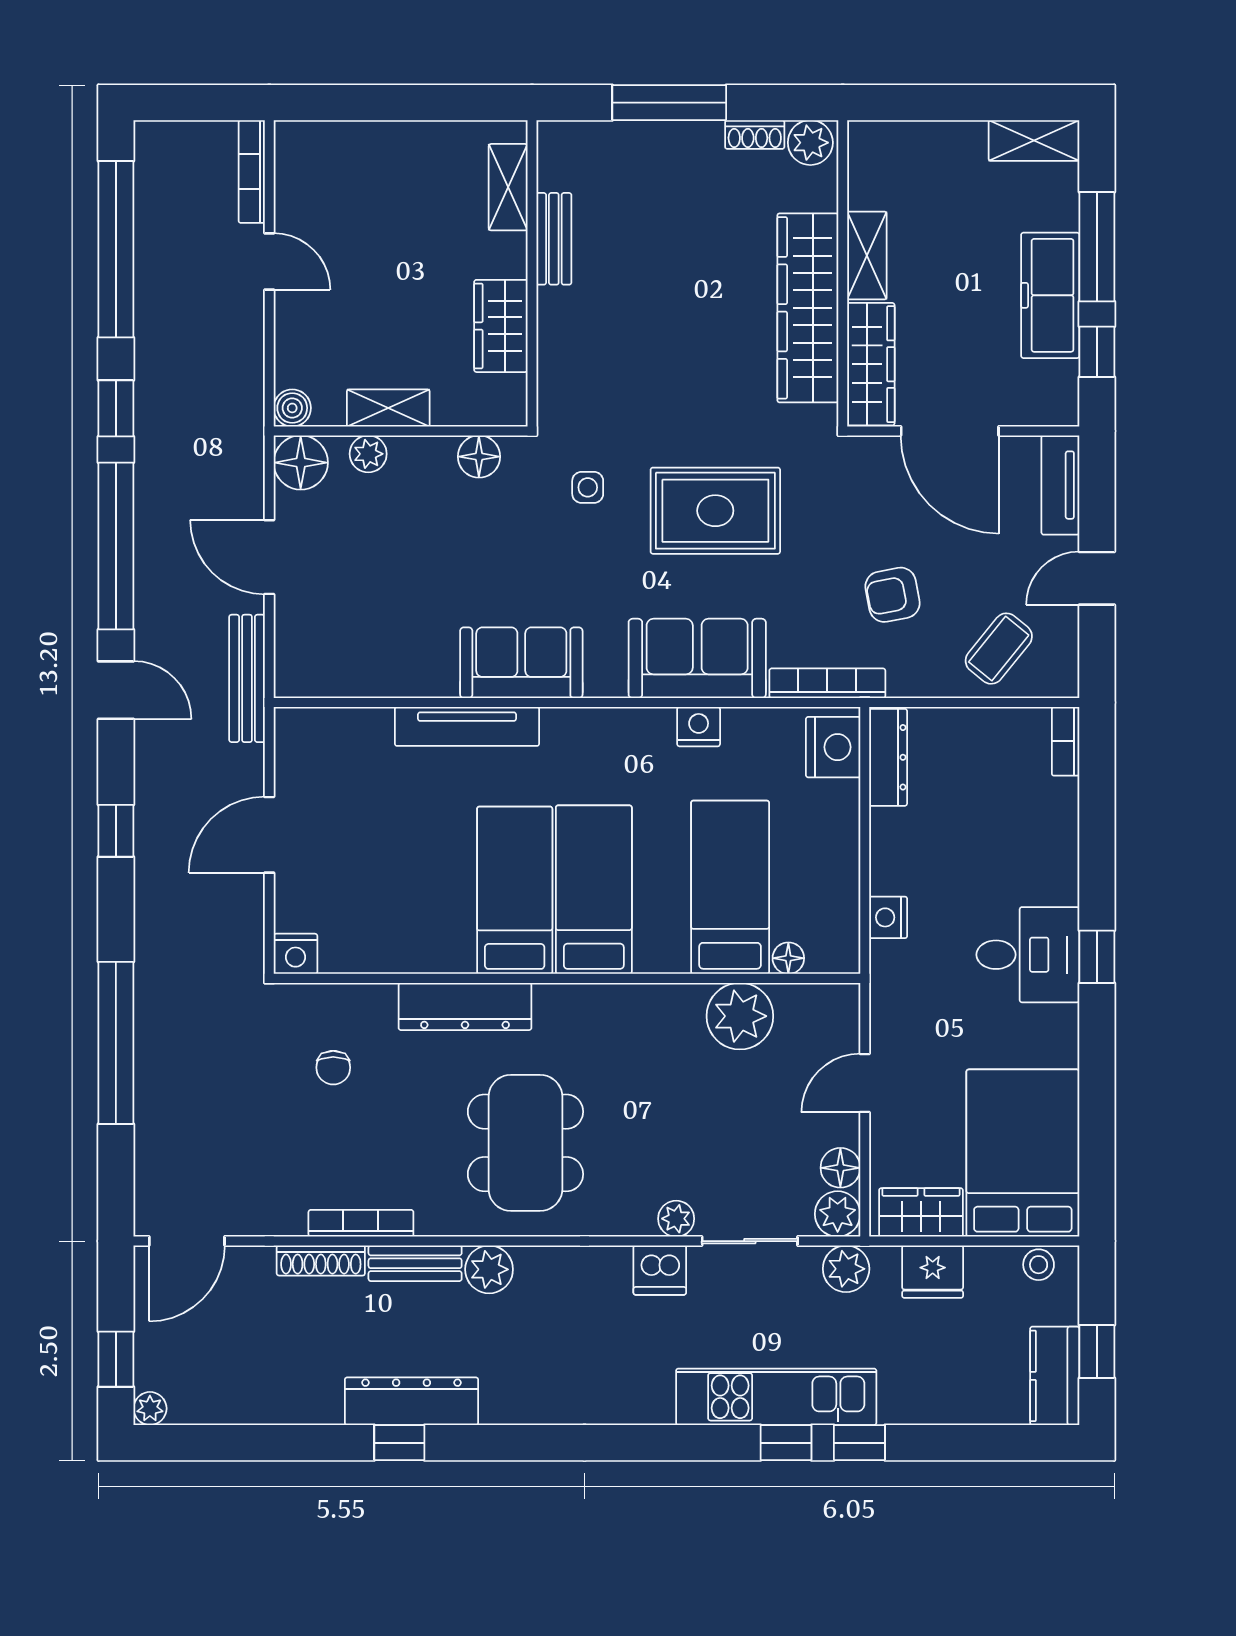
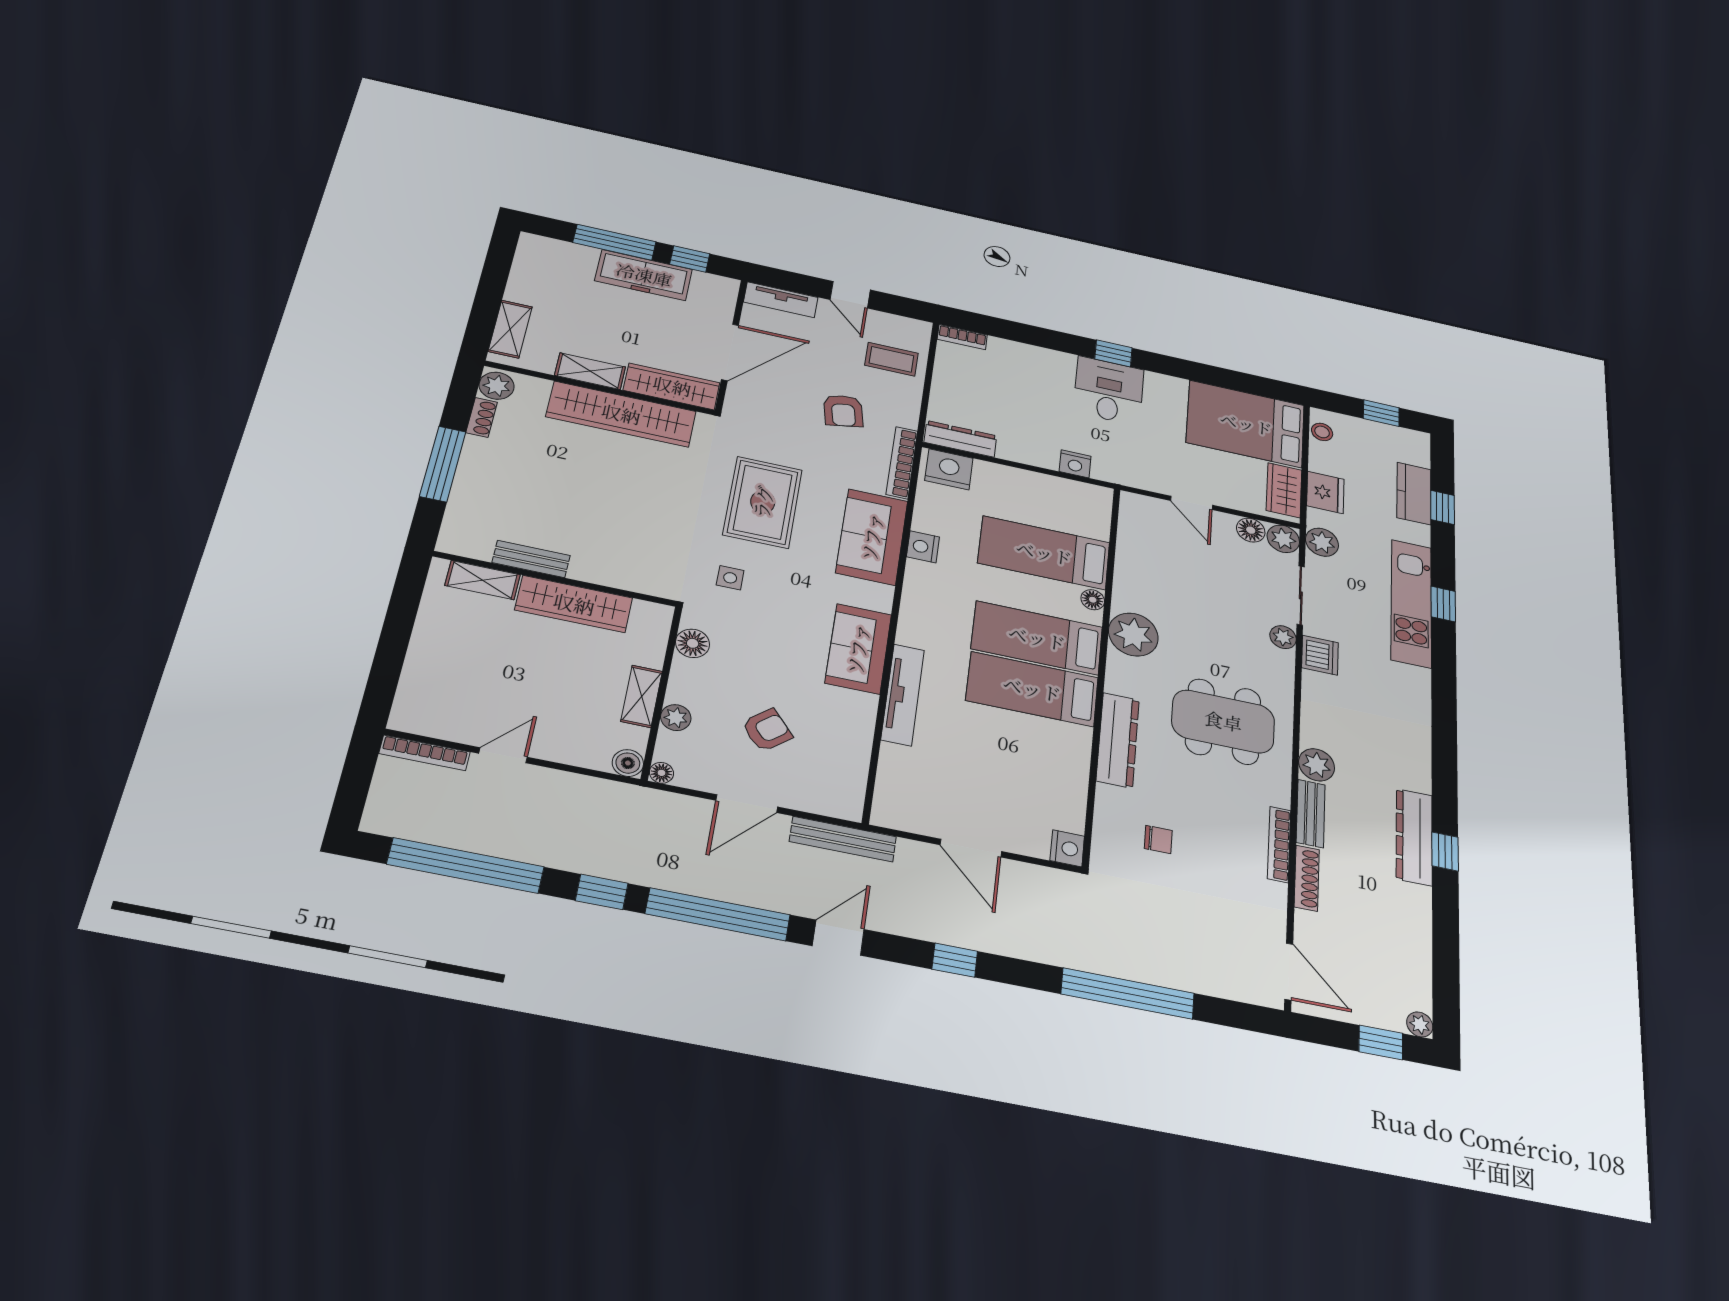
shelving: (1034, 141) -> (510, 329), moved
wardrobe: (501, 326) -> (574, 604), width x1.50
floor lamp: (301, 463) -> (662, 773), width x0.53, depth x0.53
armchair: (376, 566) -> (767, 730), added
coffee table: (999, 649) -> (891, 359), turned -39
floor lamp: (788, 958) -> (1093, 600), moved
plant: (740, 1016) -> (1133, 635), moved
kitchen counter: (1055, 1376) -> (1414, 493), moved, turned 90
window: (859, 1443) -> (1443, 507), moved

